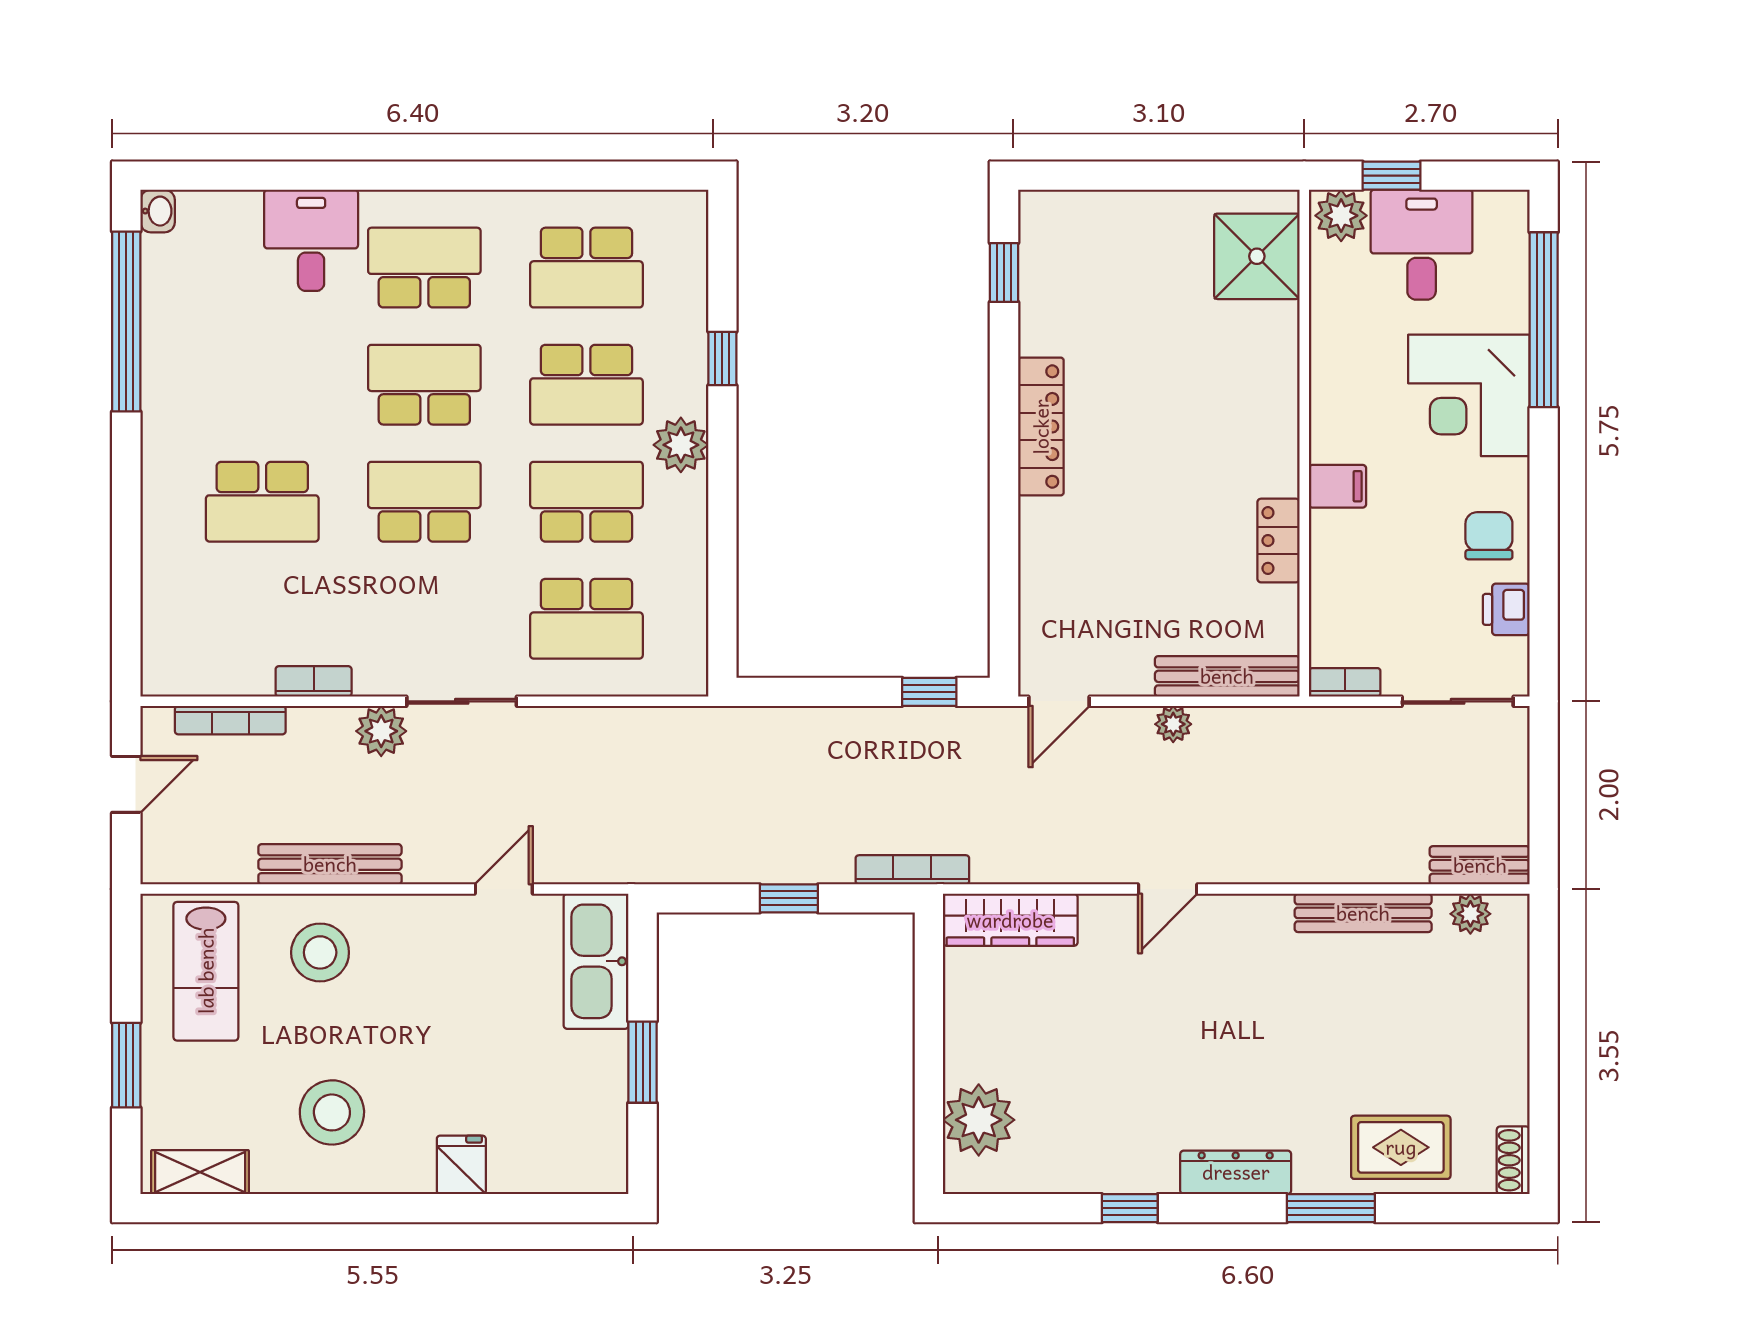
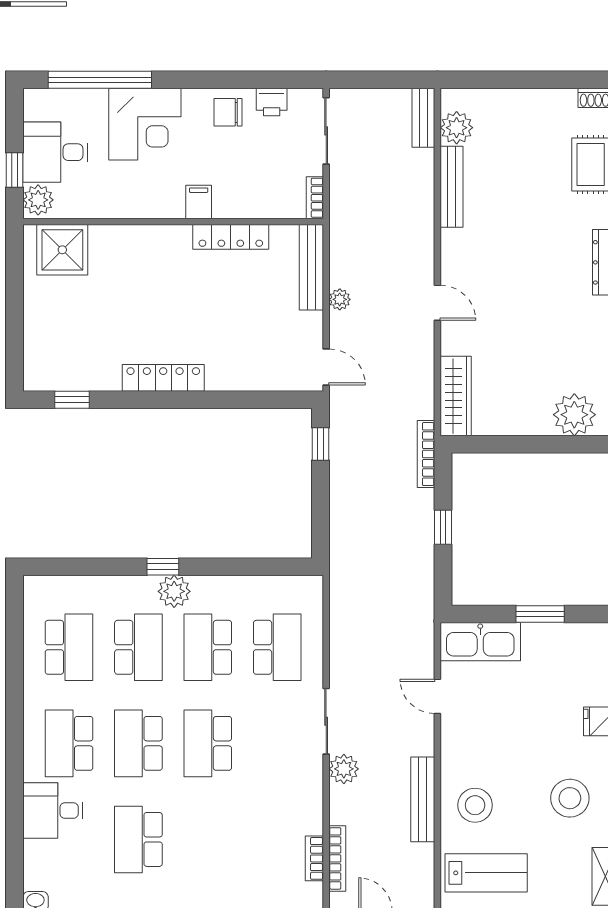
window: (722, 358) -> (163, 567), moved
school desk: (262, 502) -> (138, 839), moved, turned 180
locker: (1278, 541) -> (231, 237), width x1.53
bookcase: (314, 681) -> (314, 858), moved
plant: (1470, 914) -> (457, 128), width x1.38, depth x1.38

